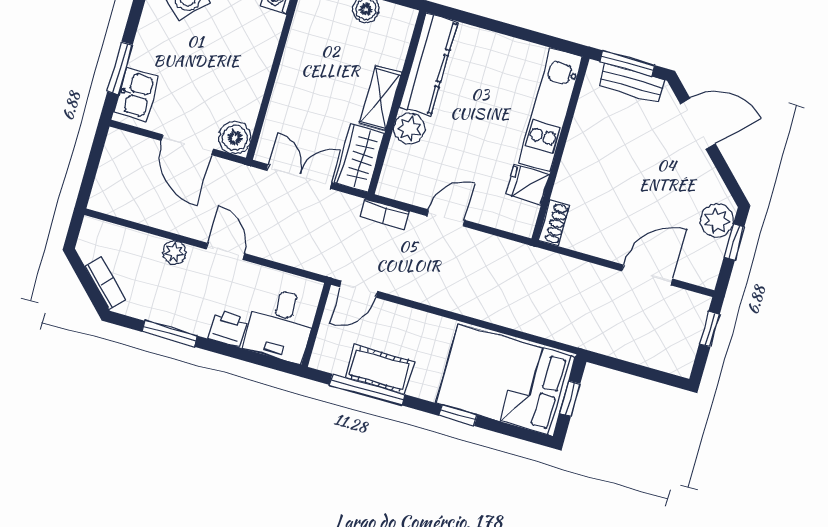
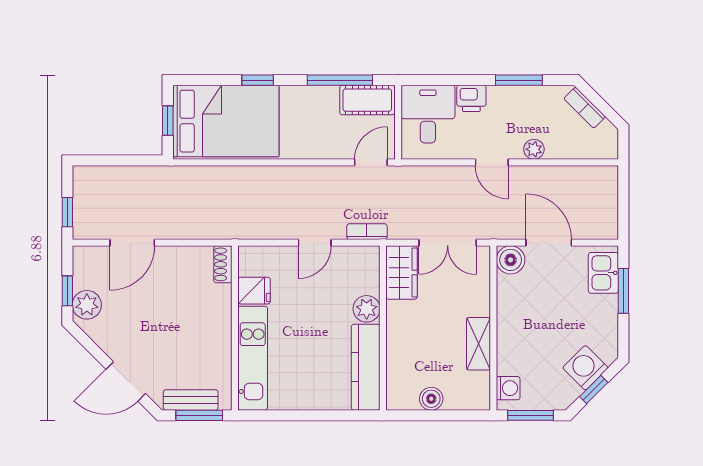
shelving: (380, 98) -> (479, 344), moved
cot: (380, 369) -> (367, 100), moved

